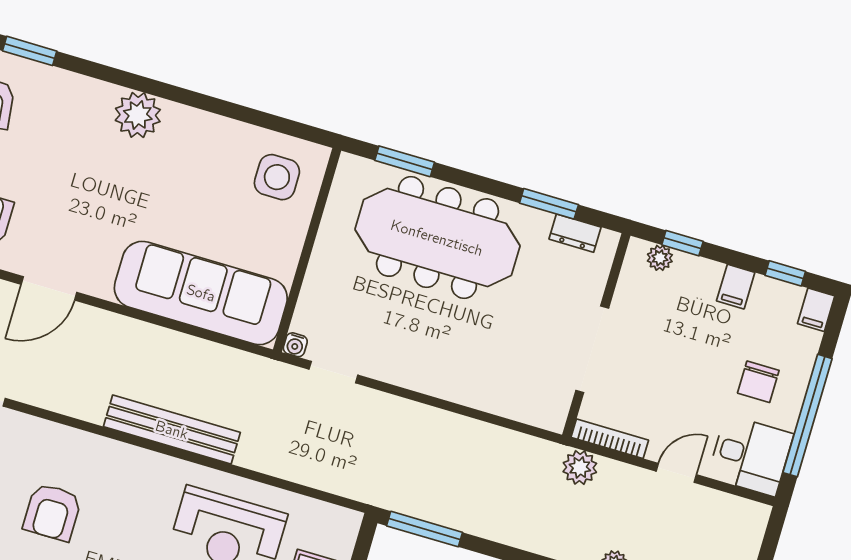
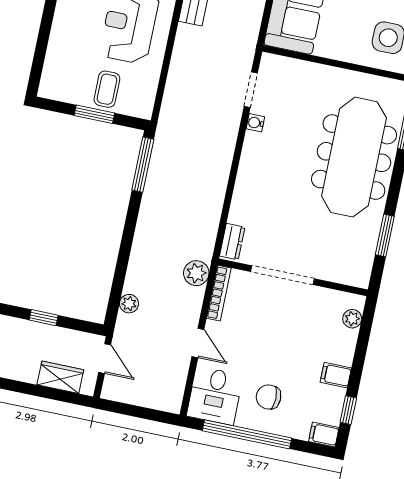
dresser: (575, 233) -> (232, 242), moved, turned 180
window: (682, 243) -> (364, 334), removed
water cooler: (295, 345) -> (255, 123), moved

